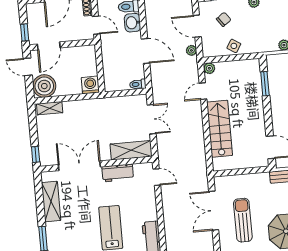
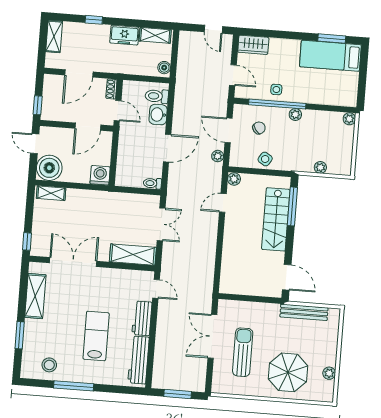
door: (49, 46) -> (88, 127), moved
door: (146, 51) -> (167, 148), hinge flipped
window: (265, 84) -> (292, 206), width x1.44
stairs: (220, 129) -> (276, 219), moved, turned 180
workbench: (118, 173) -> (142, 318), moved, turned 90

